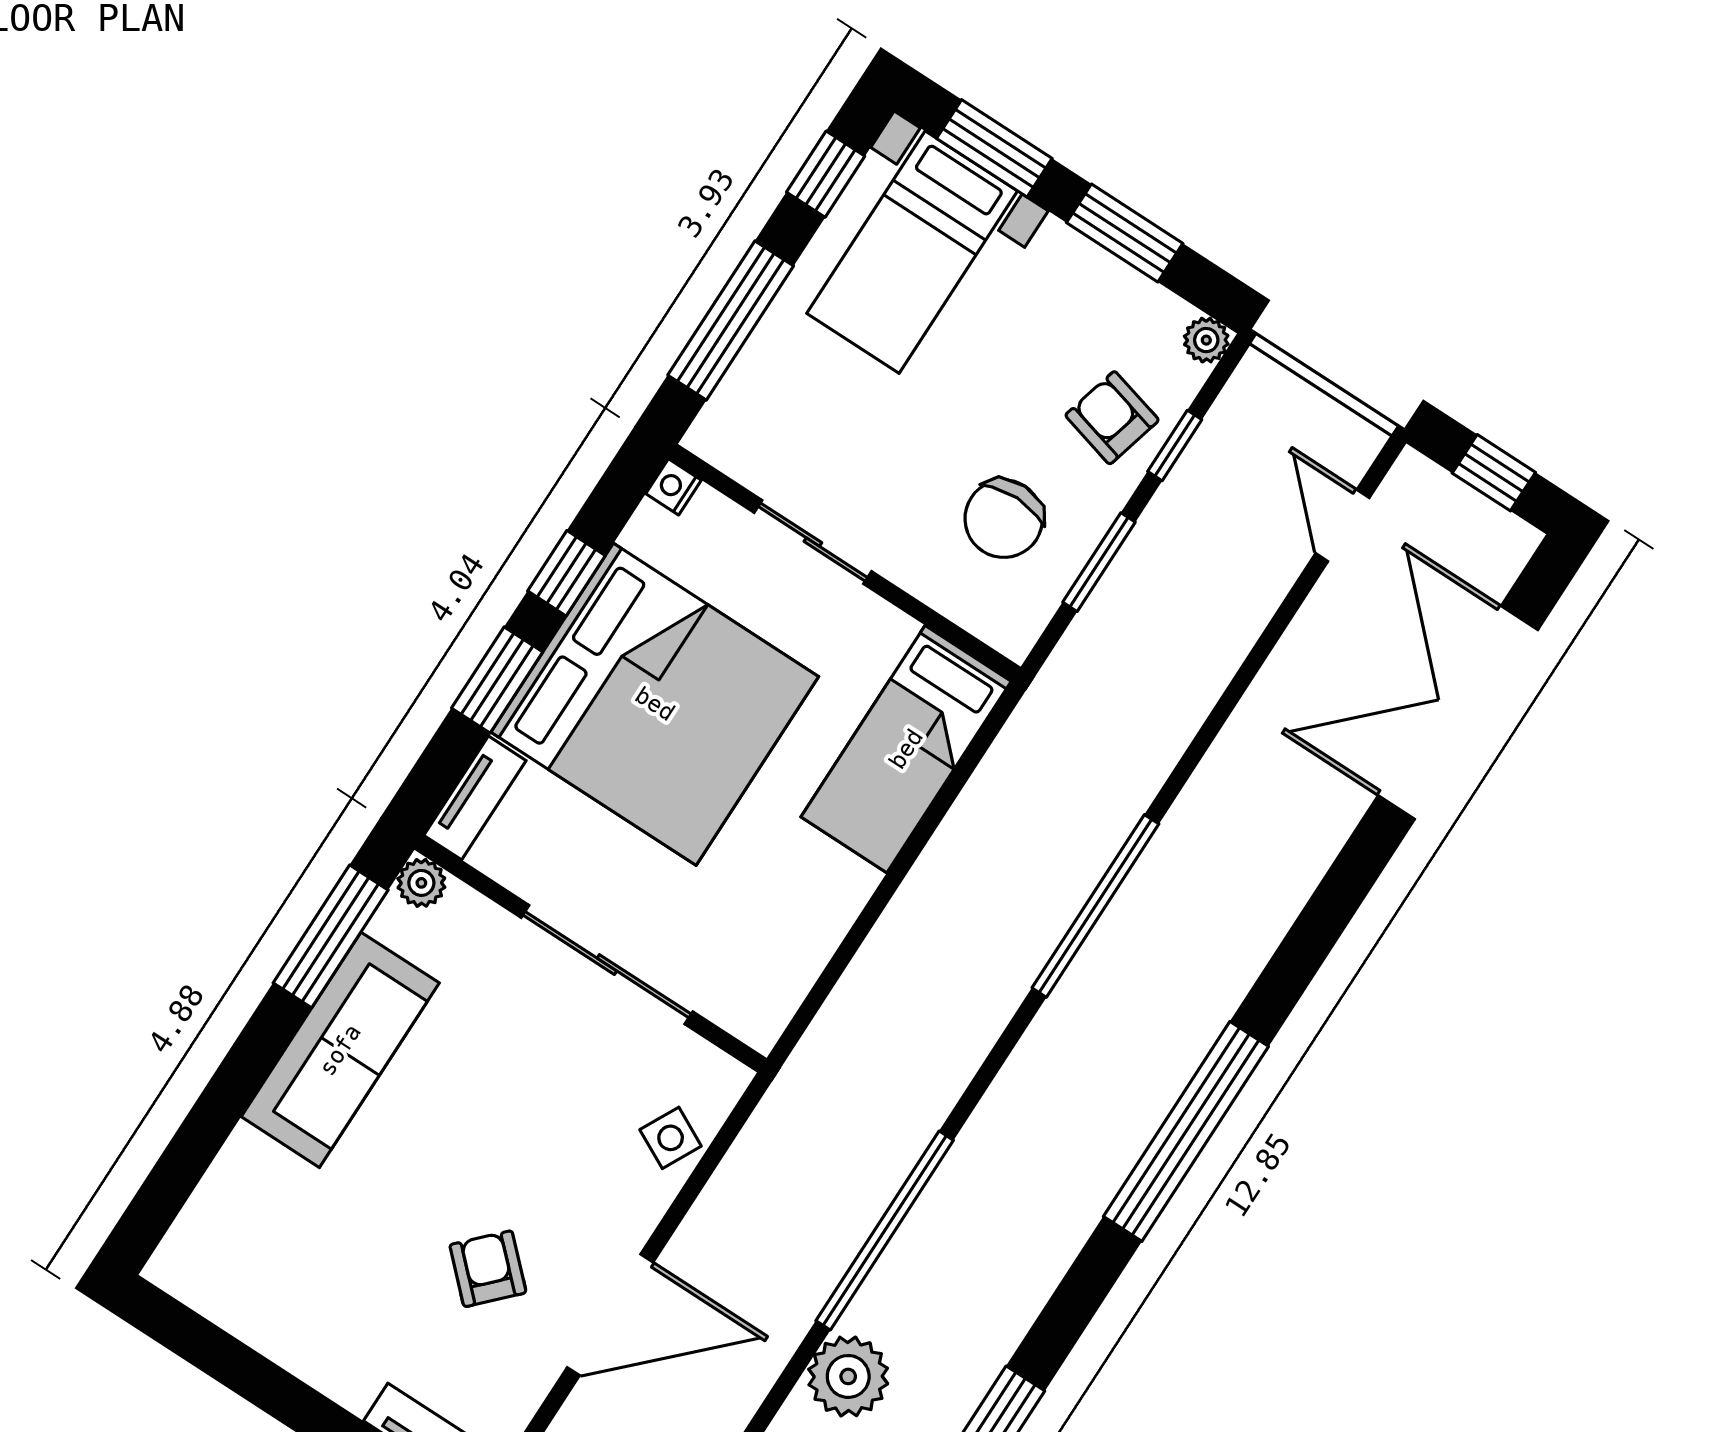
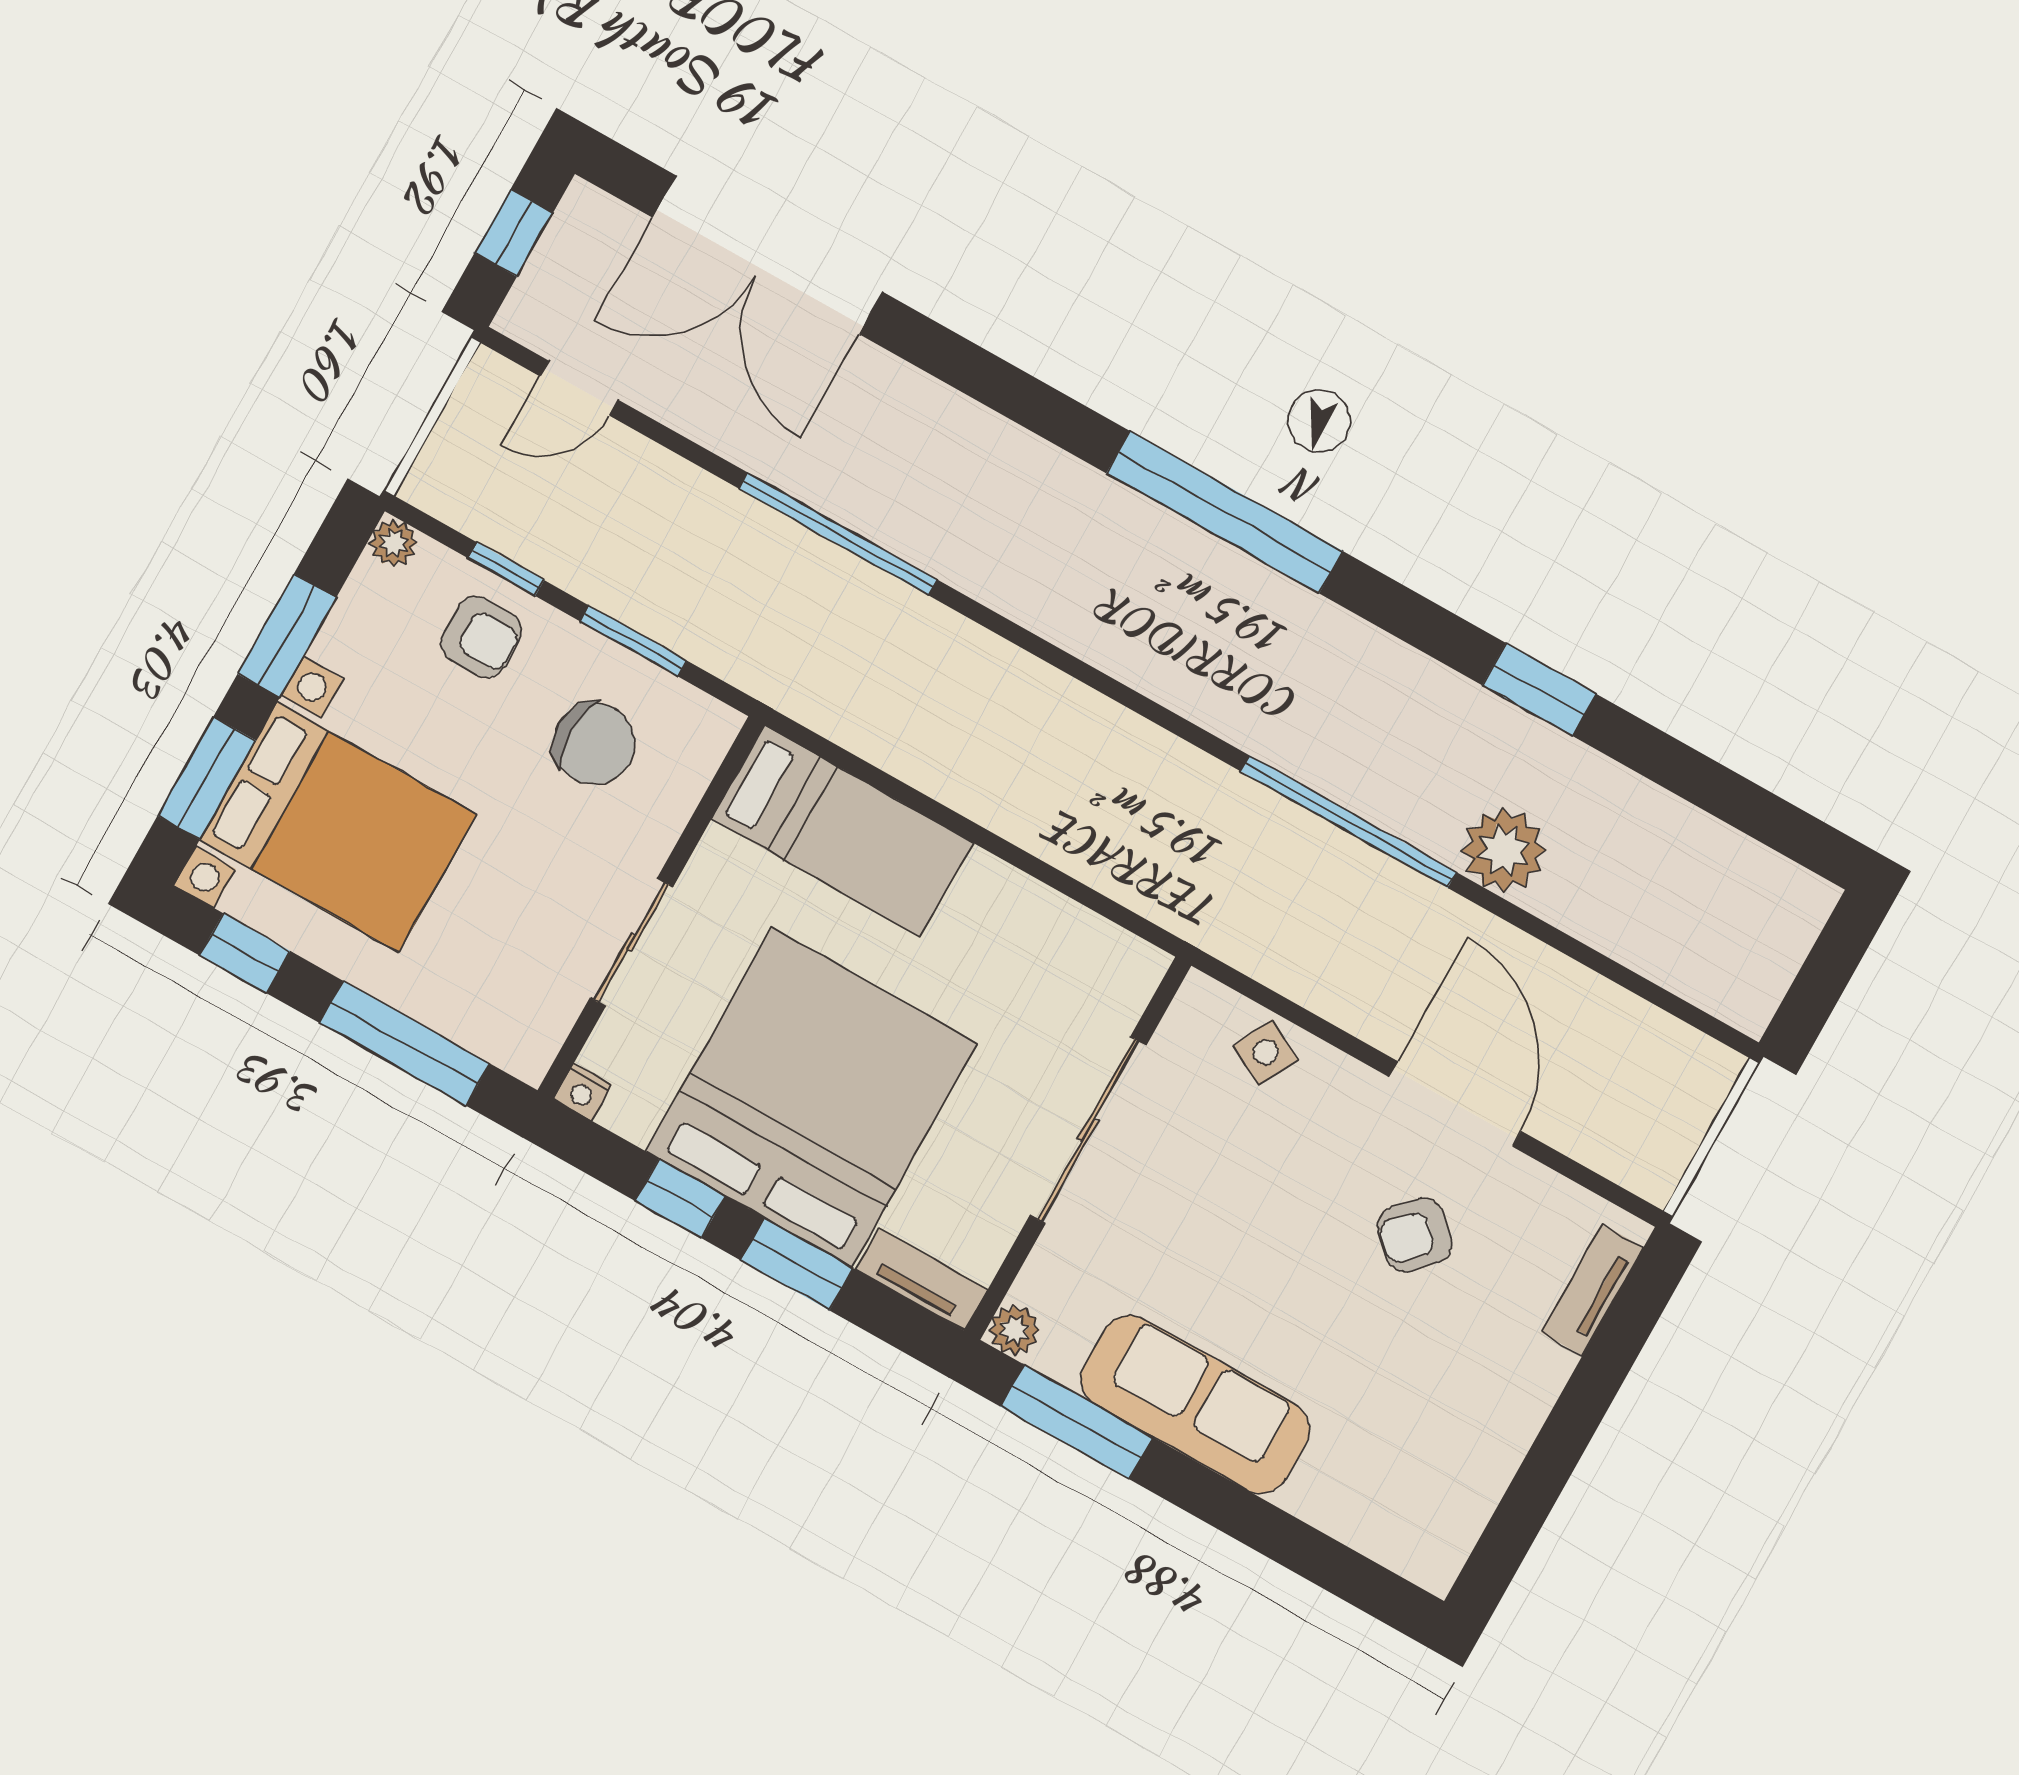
bed with nightstands: (912, 252) -> (338, 827), width x1.36
armchair: (1112, 418) -> (481, 637), turned -105
window: (1095, 906) -> (838, 534), moved

